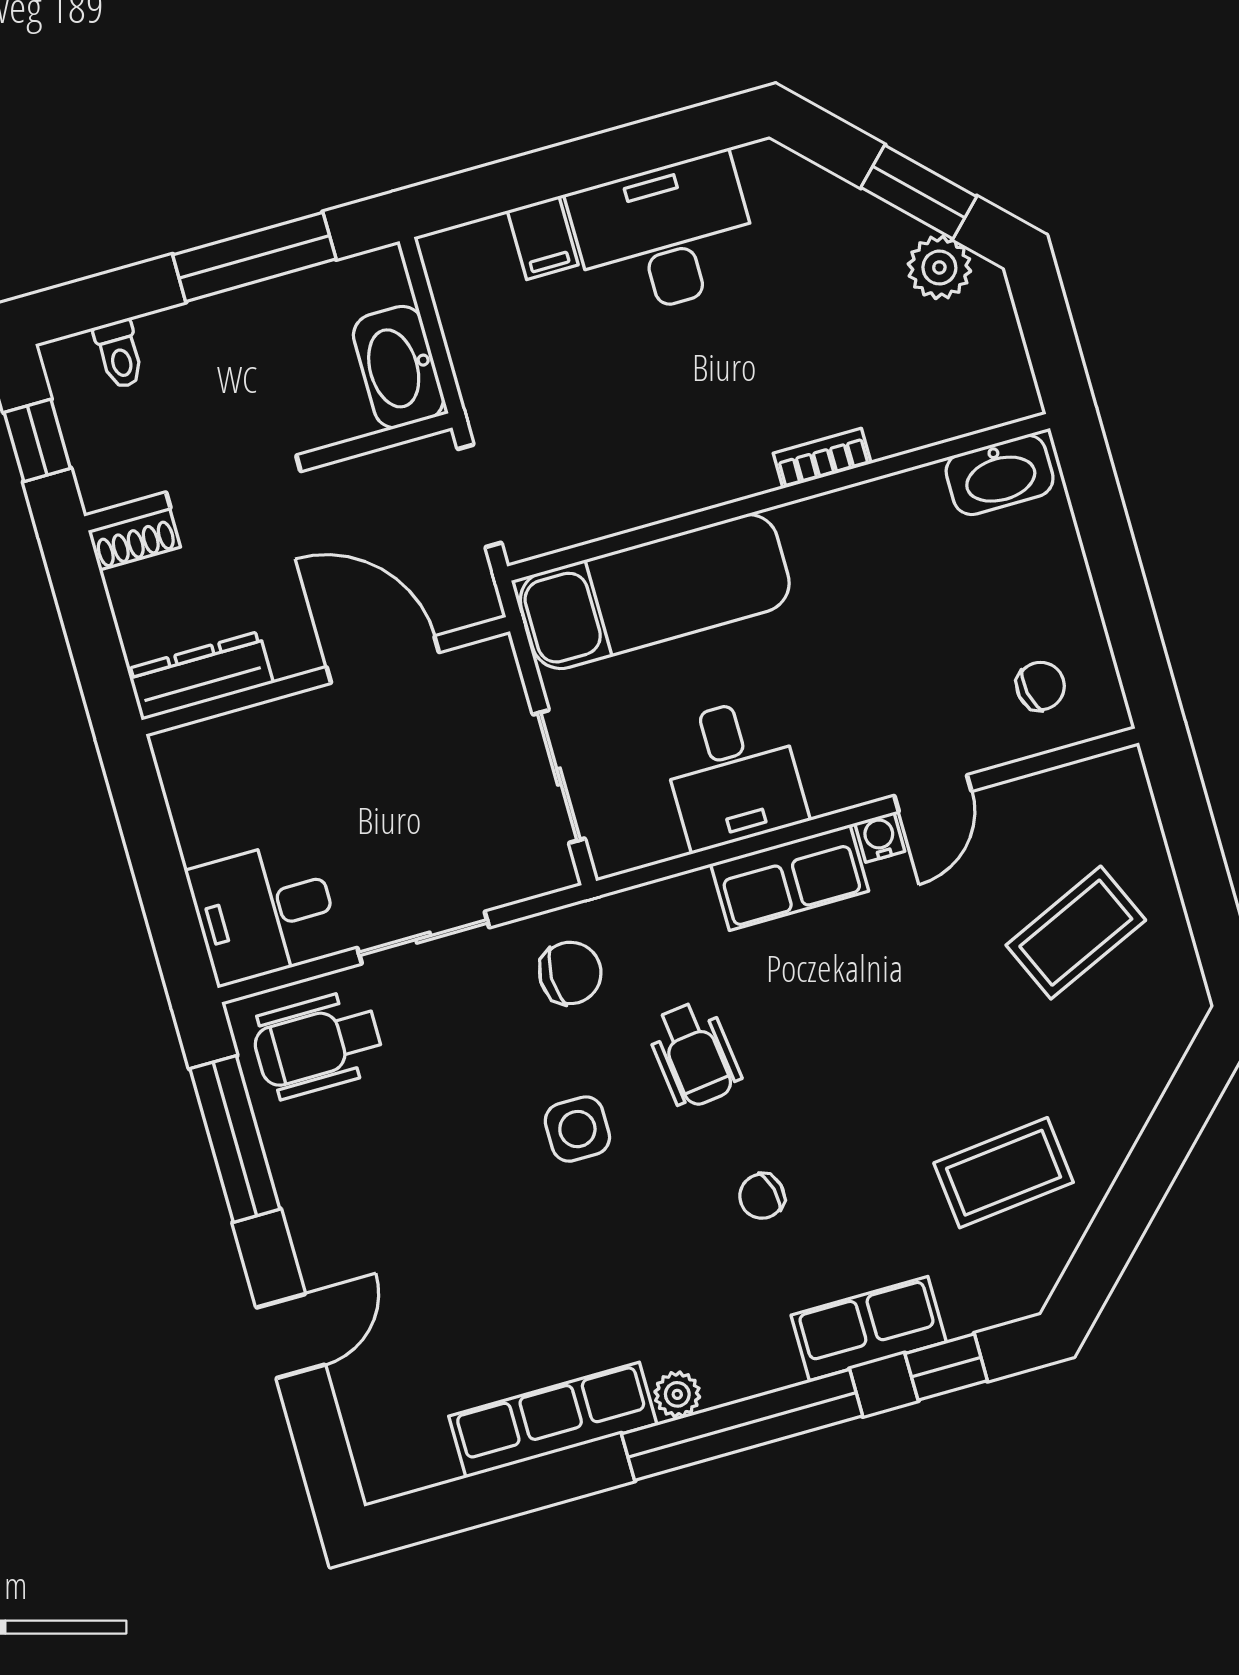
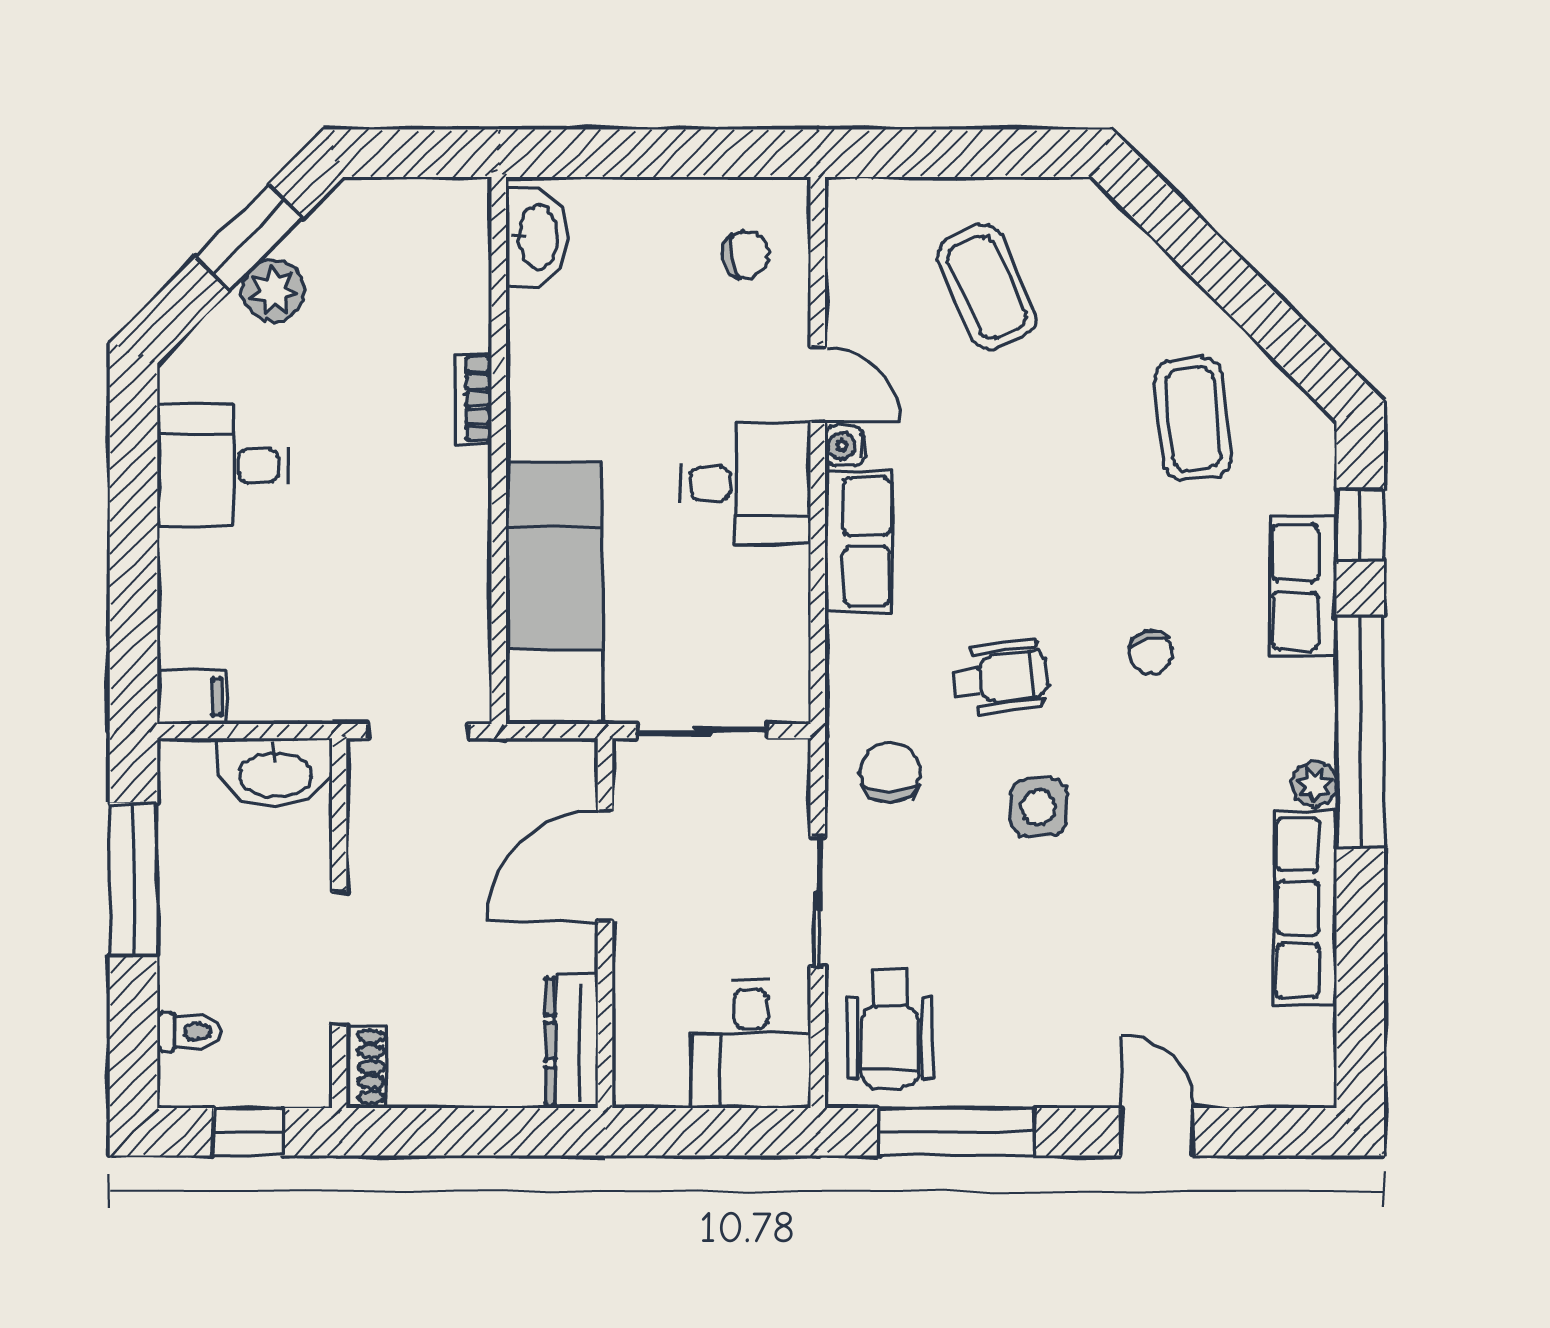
desk: (664, 236) -> (223, 466), width x0.73
filing cabinet: (543, 238) -> (192, 697), moved
plant: (939, 267) -> (273, 291), moved
door: (383, 660) -> (605, 866), moved
dresser: (200, 676) -> (572, 1041), moved
wall: (326, 676) -> (605, 923), moved
chair: (1041, 686) -> (746, 255), turned 90
desk: (733, 773) -> (746, 484), moved

